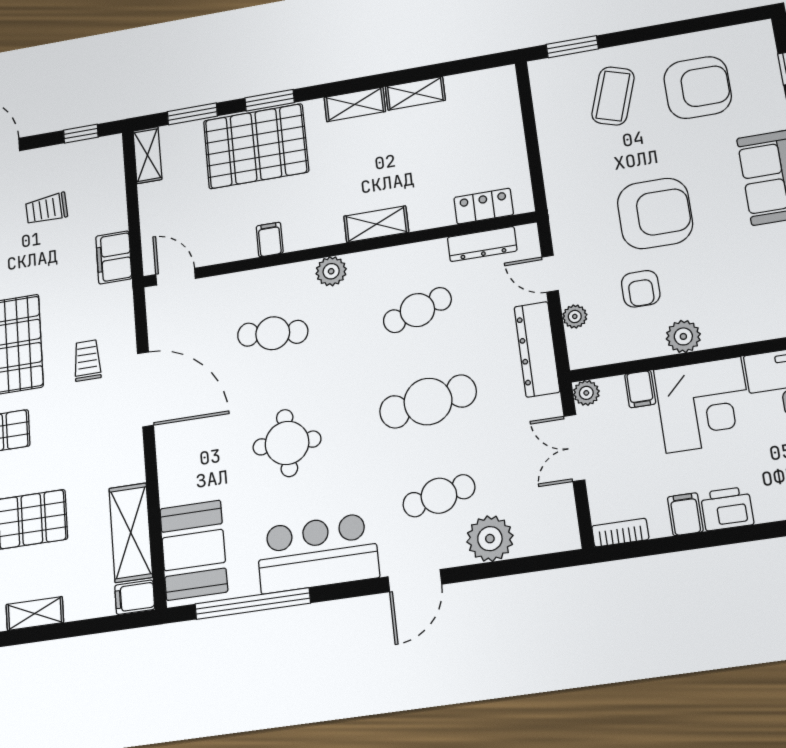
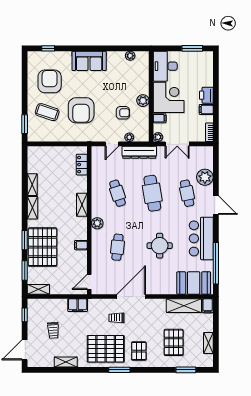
armchair: (655, 213) -> (81, 110), moved, turned 180
dresser: (482, 244) -> (96, 167), removed

